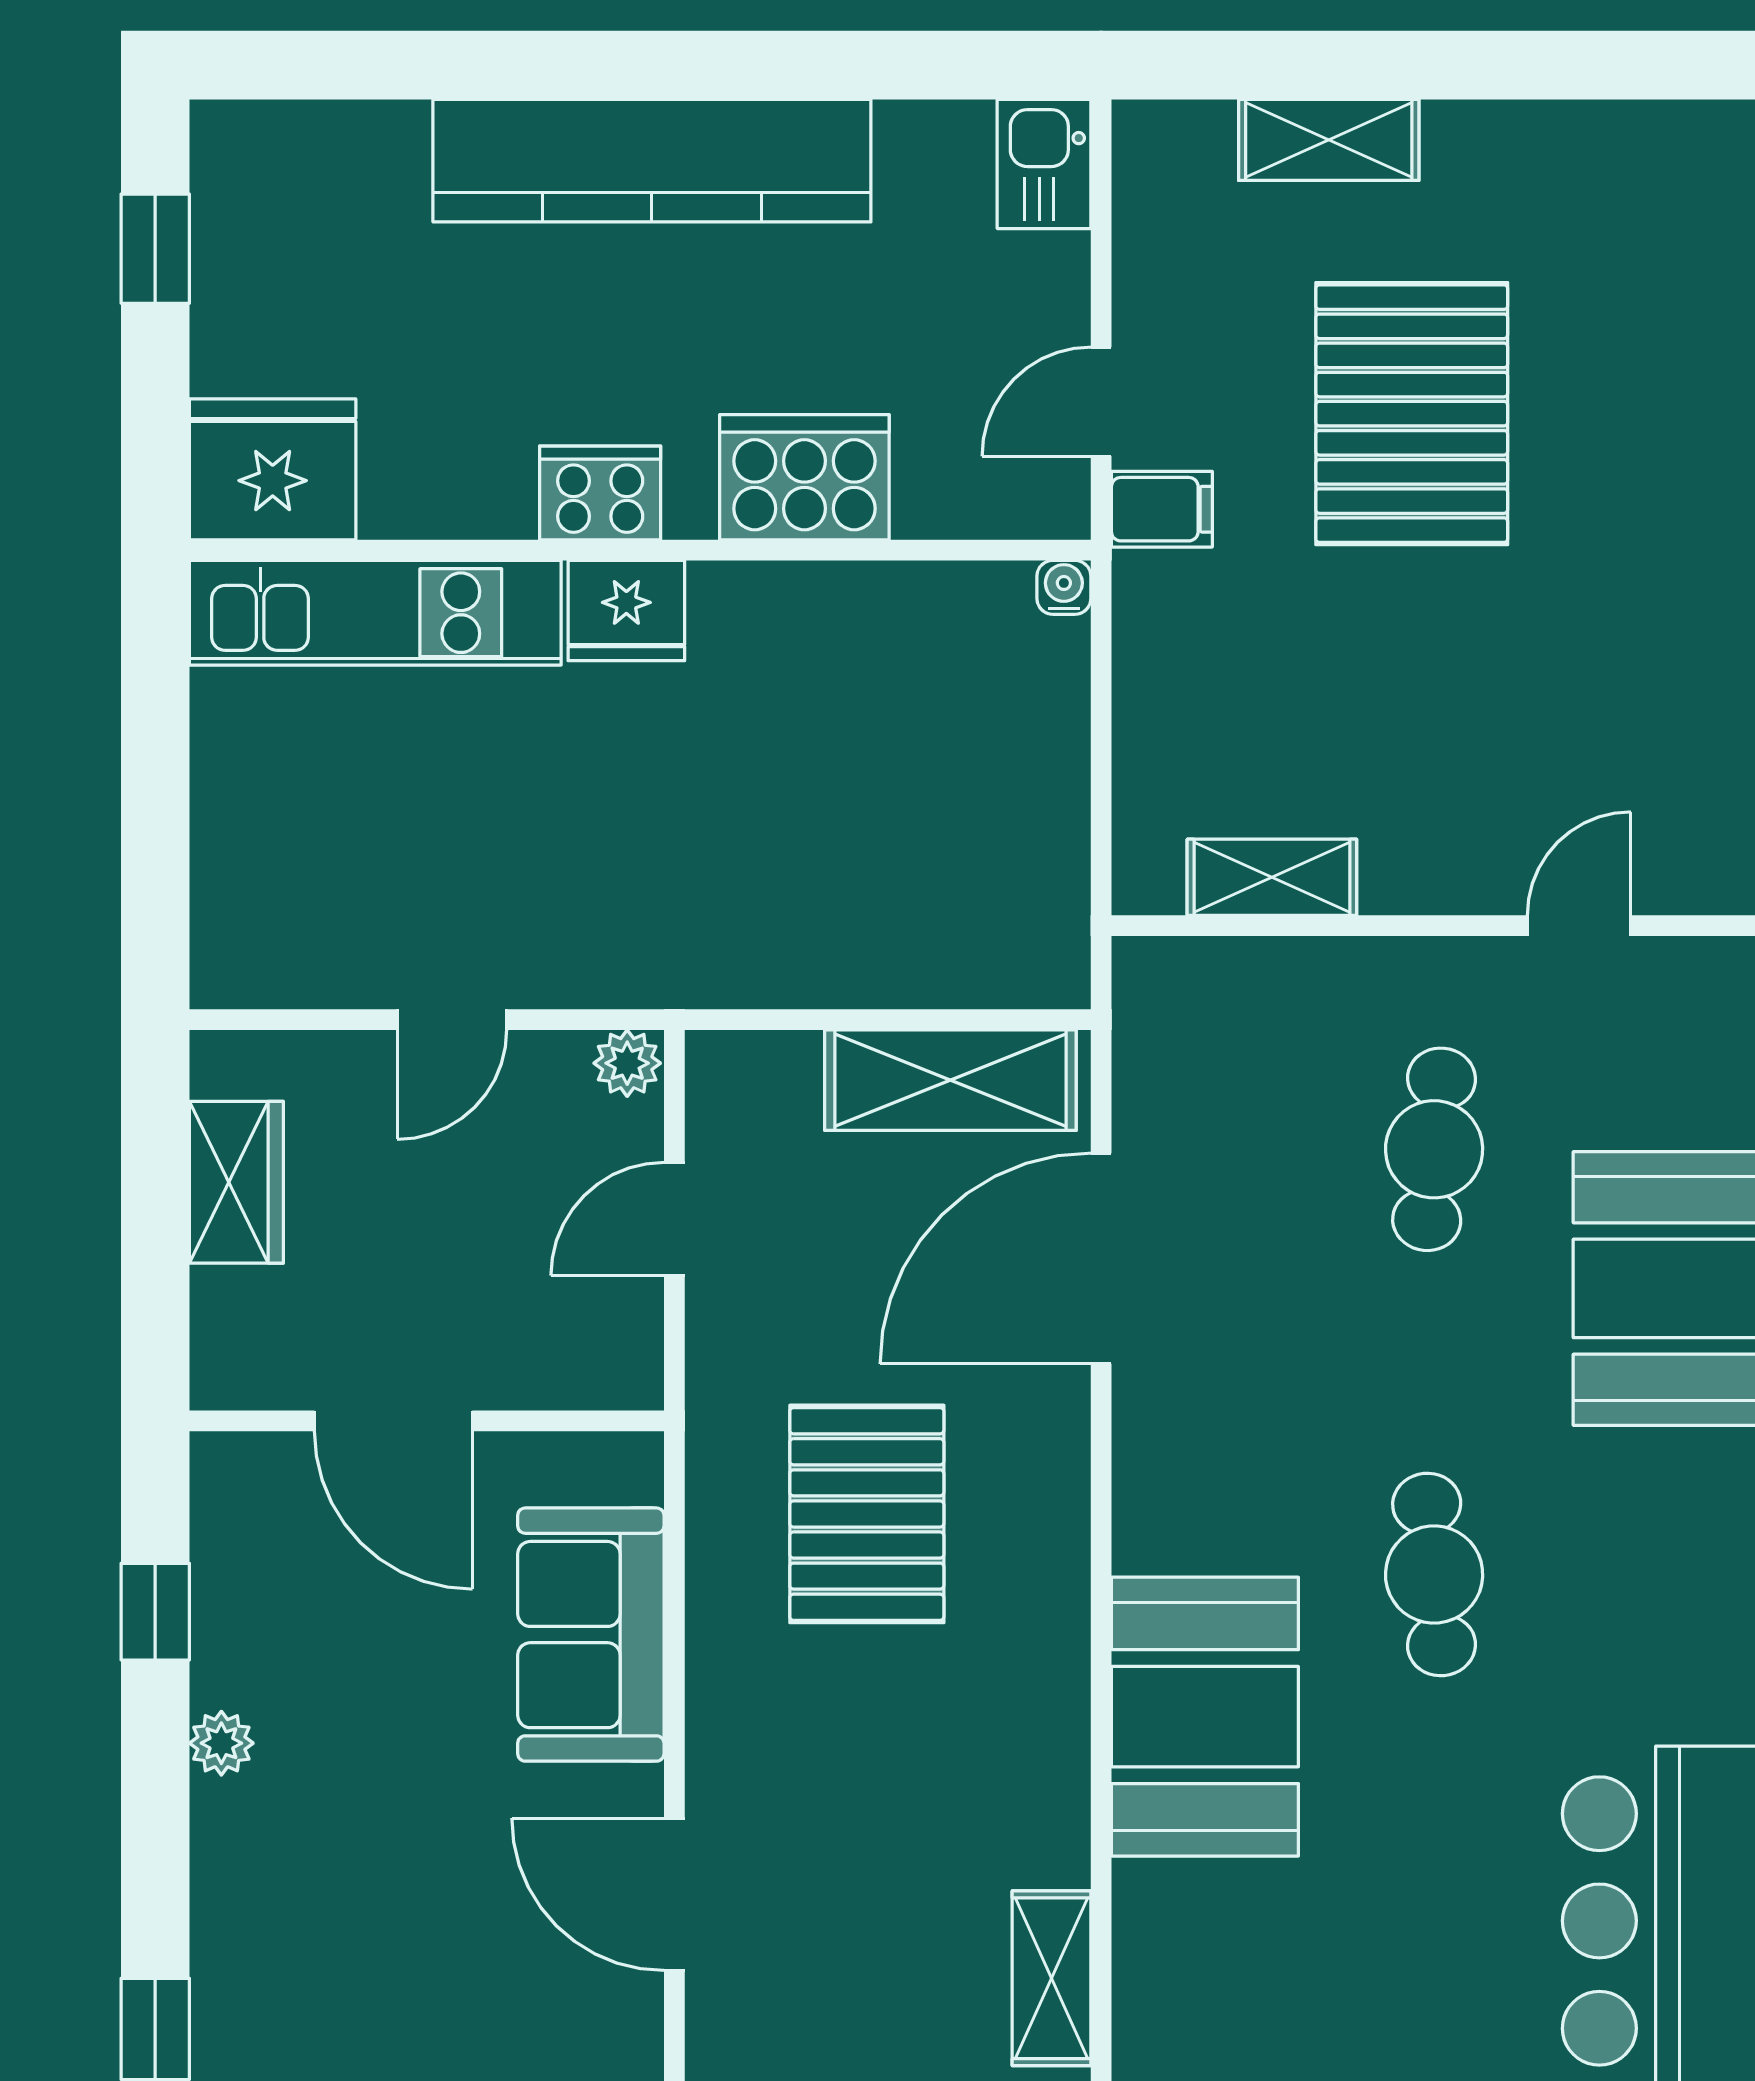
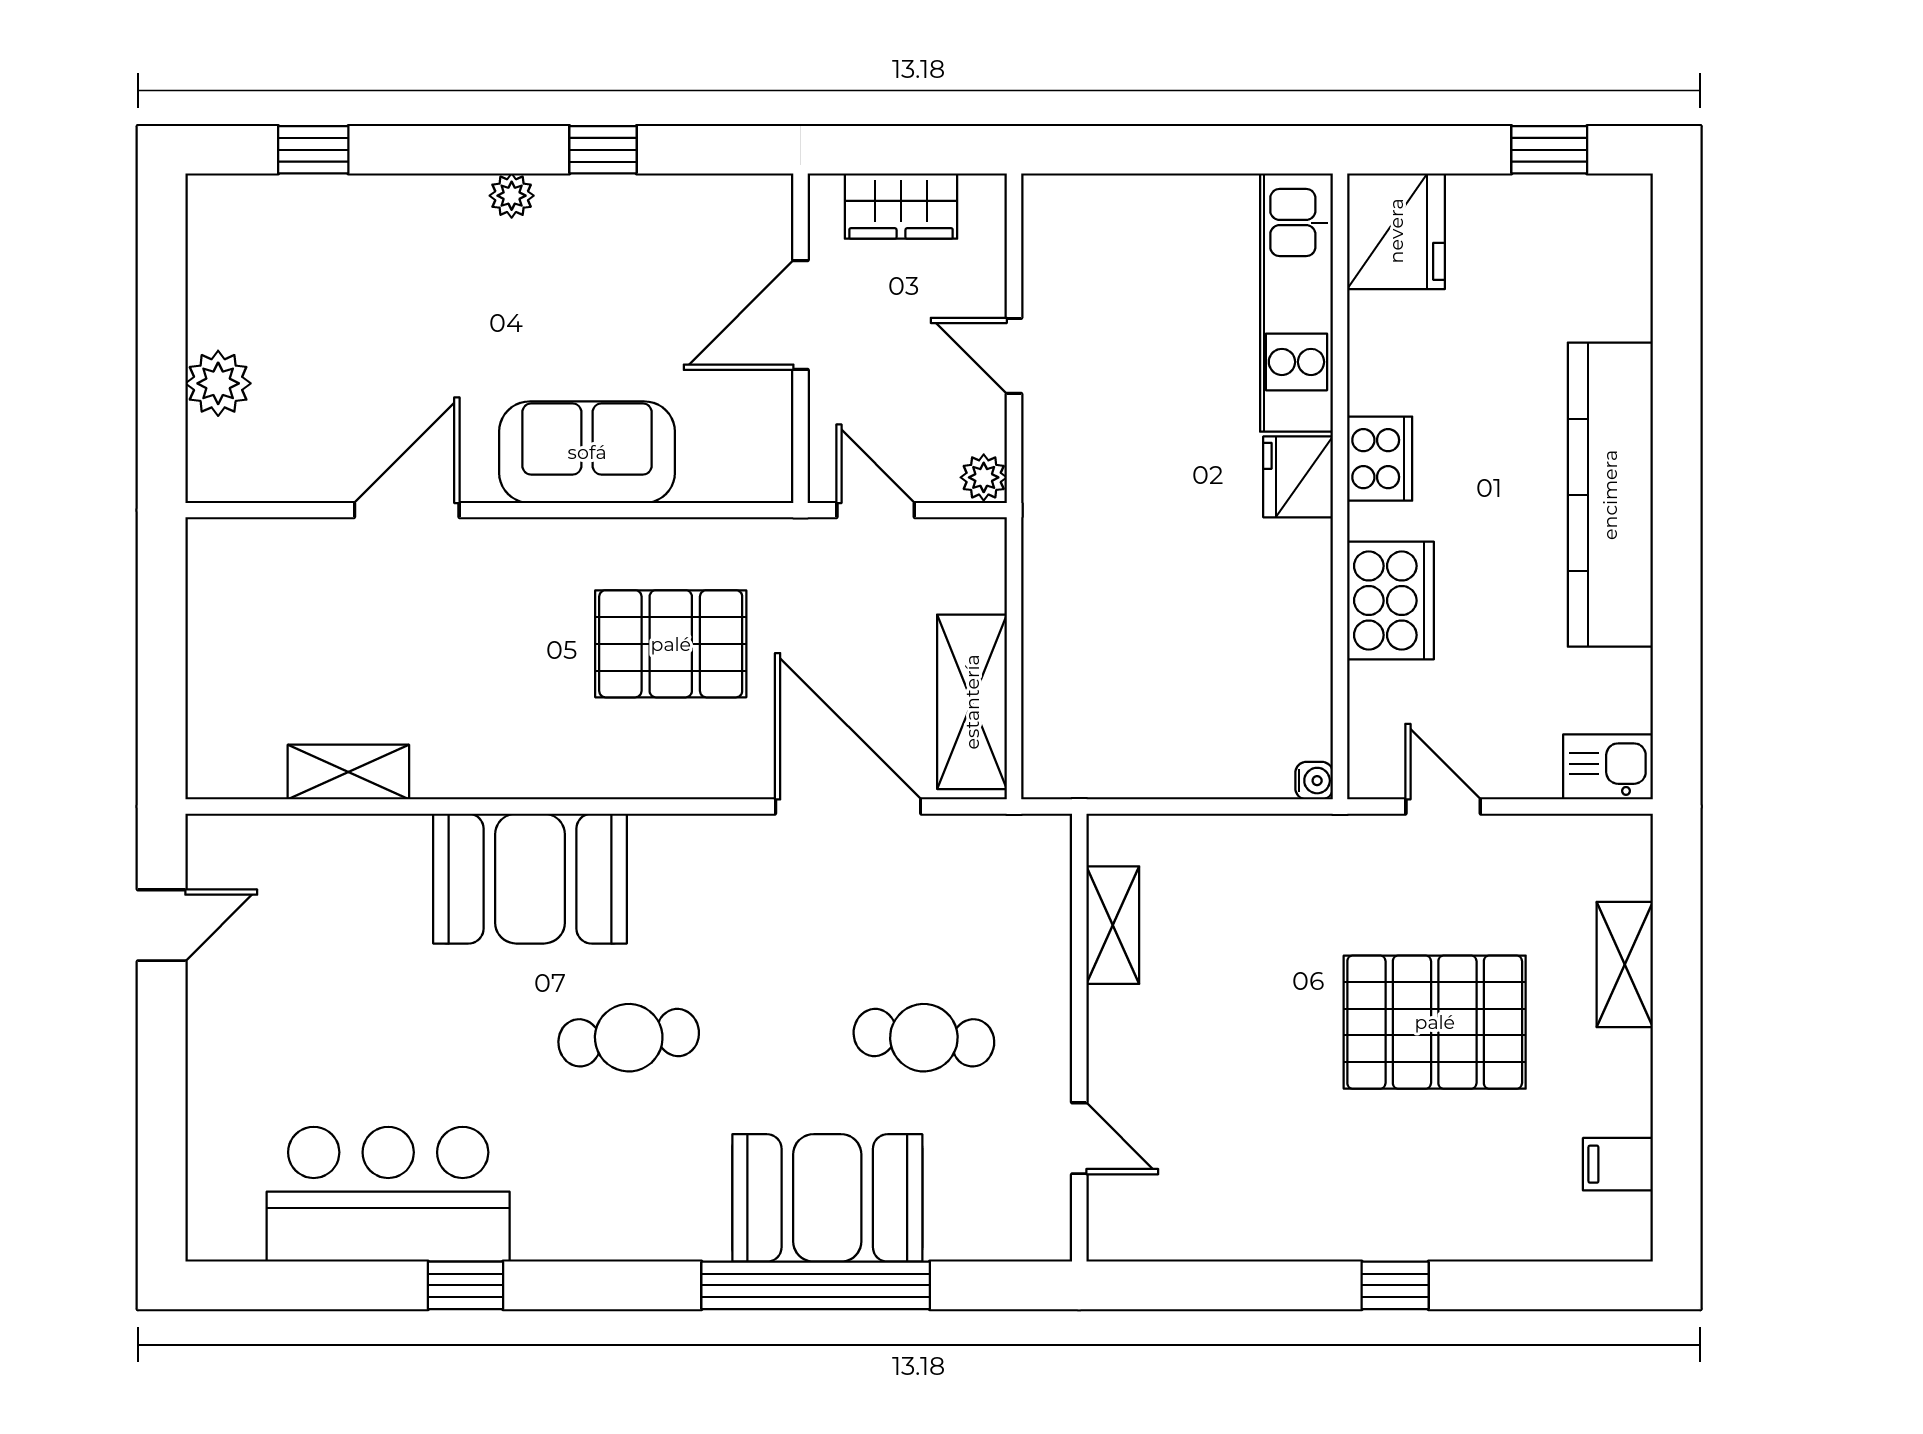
filing cabinet: (1162, 509) -> (1618, 1164), moved, turned 90
door: (393, 1421) -> (801, 315), moved
wall: (427, 1421) -> (801, 338), moved

